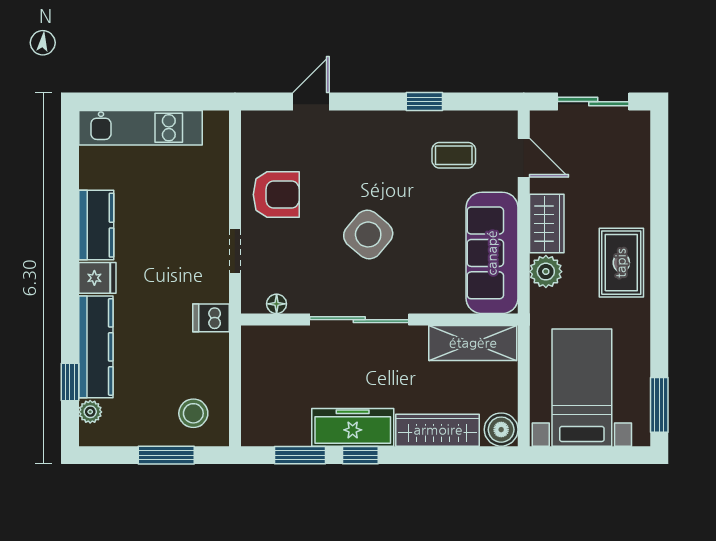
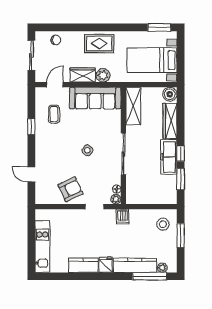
chair: (630, 160) -> (56, 40), added
armchair: (276, 195) -> (71, 189), turned 65
side table: (368, 234) -> (87, 150), width x0.54, depth x0.54
plant: (253, 302) -> (116, 199), added
window: (70, 382) -> (150, 276), width x2.17

